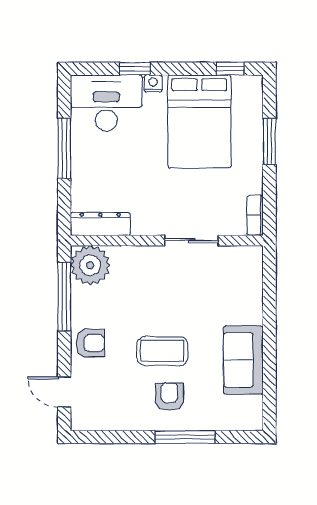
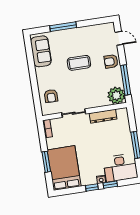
window: (230, 69) -> (92, 187), moved
bed: (199, 122) -> (64, 168), moved
dresser: (100, 224) -> (103, 116), moved
sofa: (243, 360) -> (41, 51), moved
armchair: (169, 397) -> (51, 96), moved

